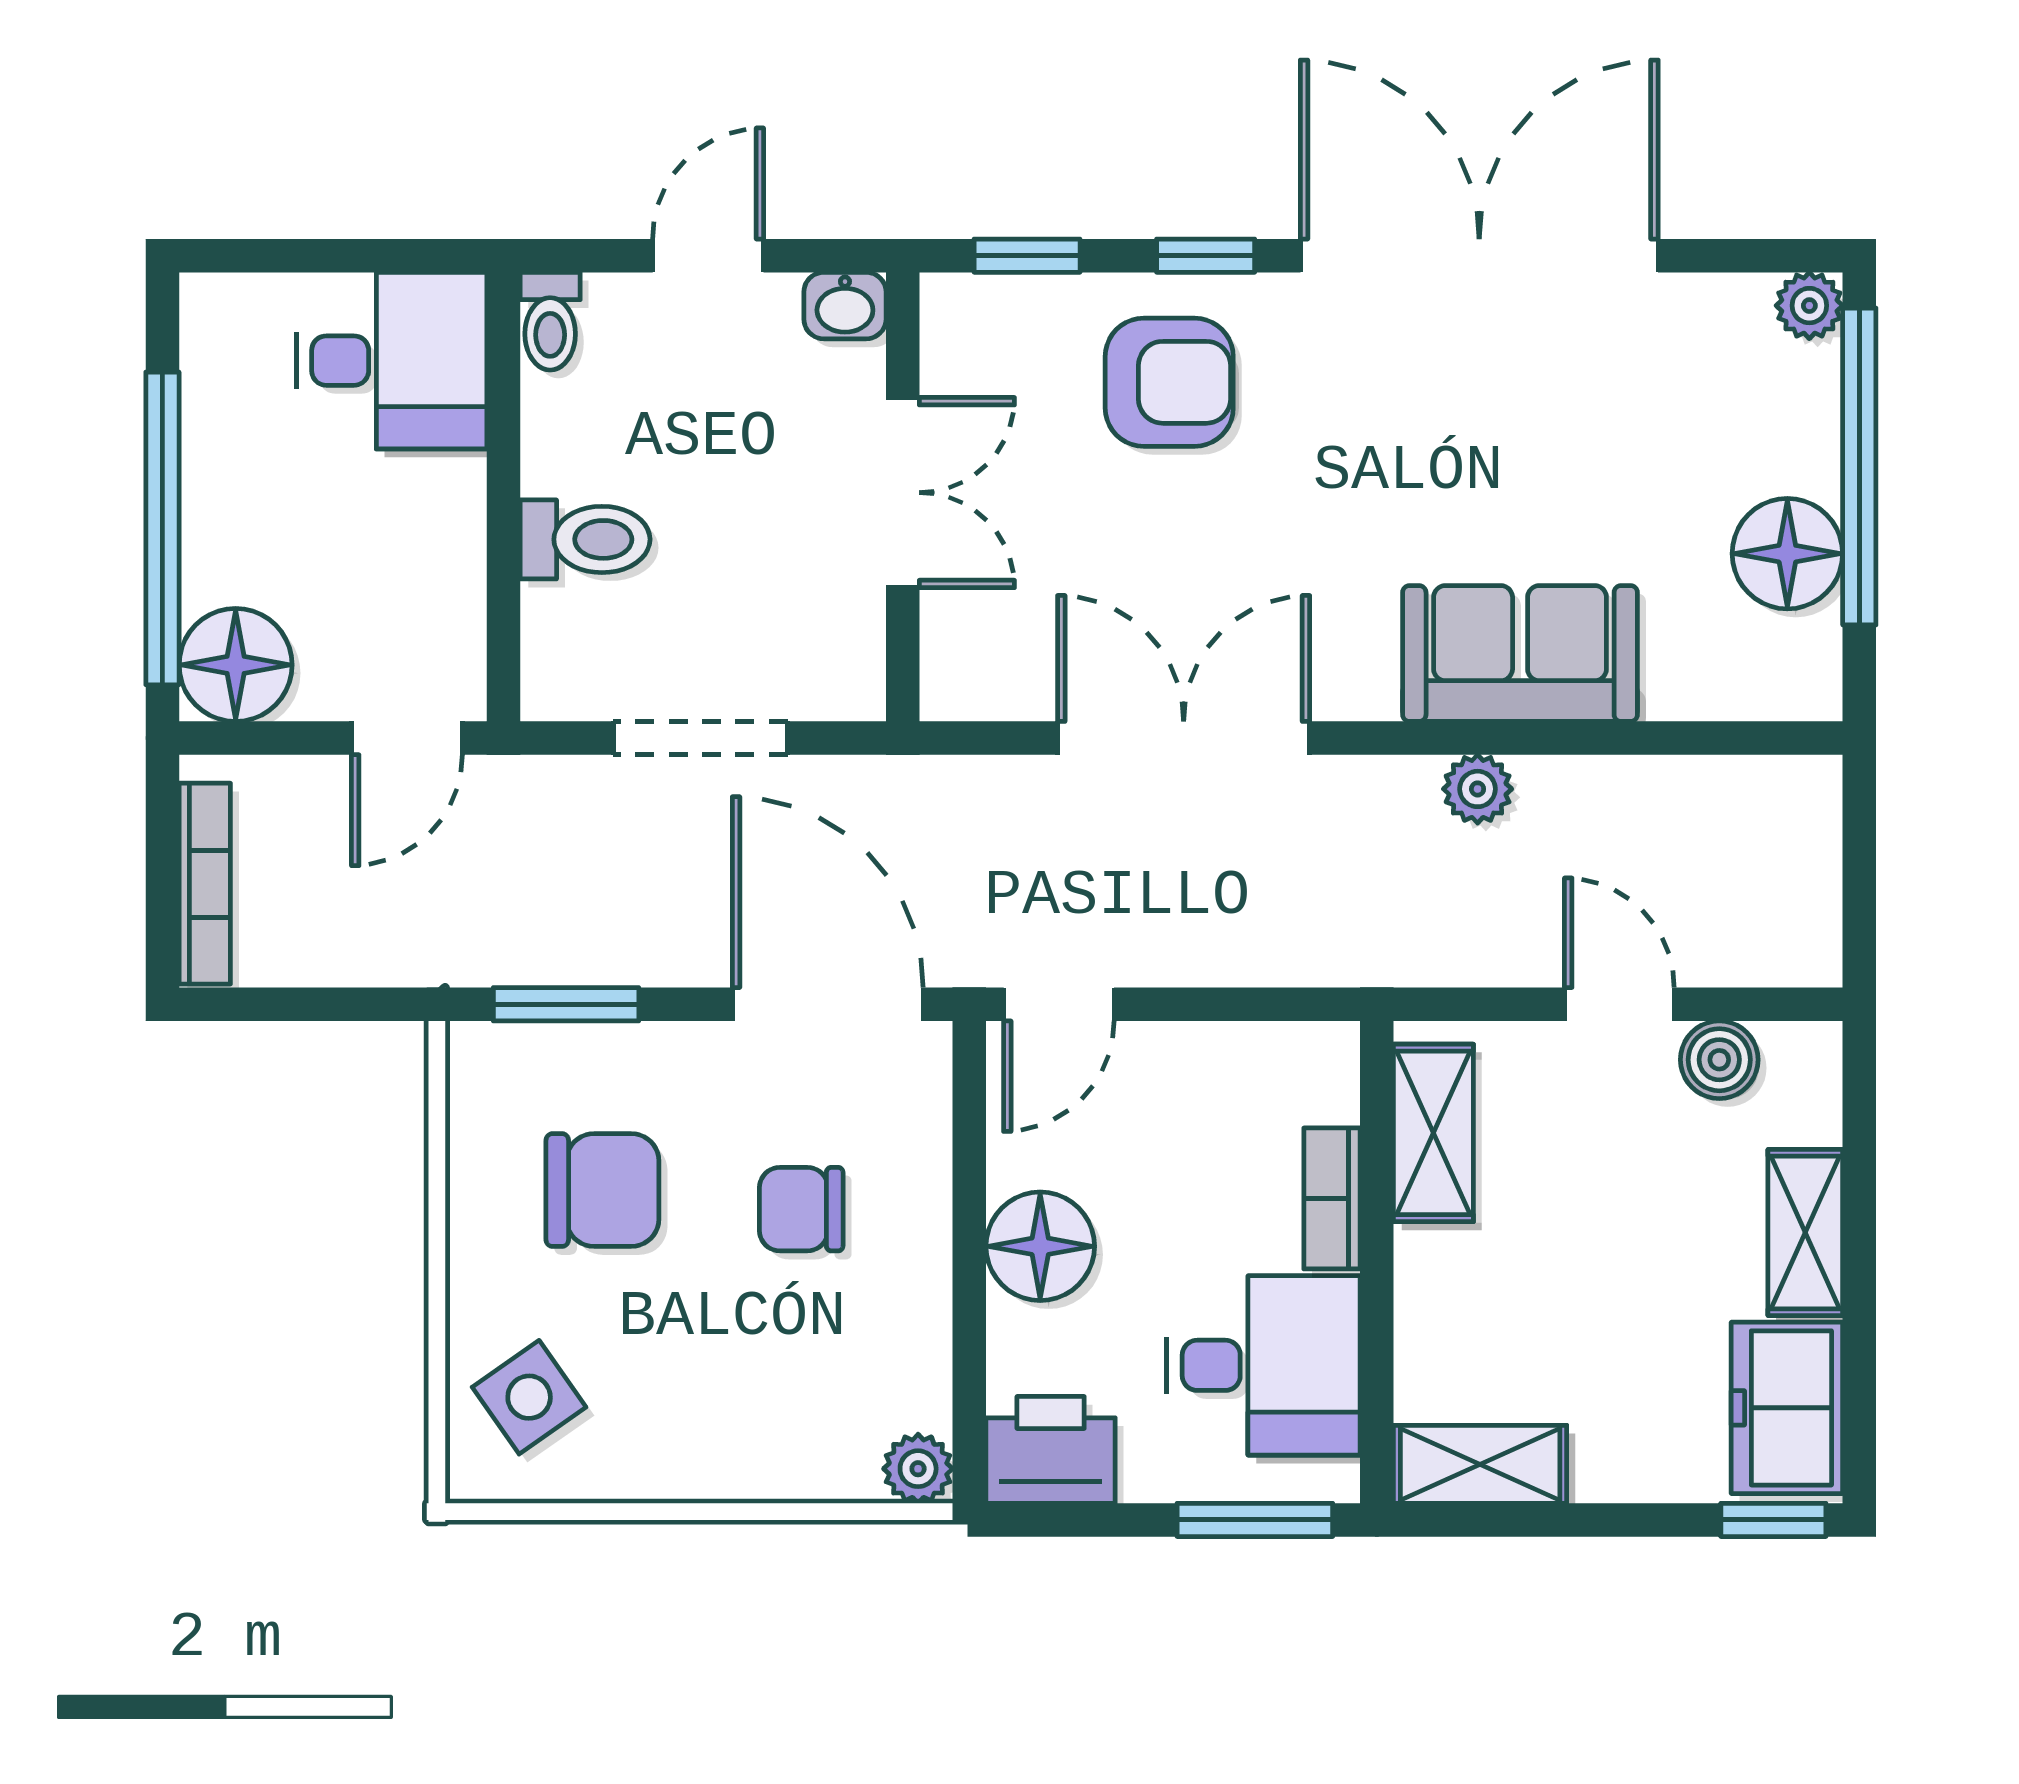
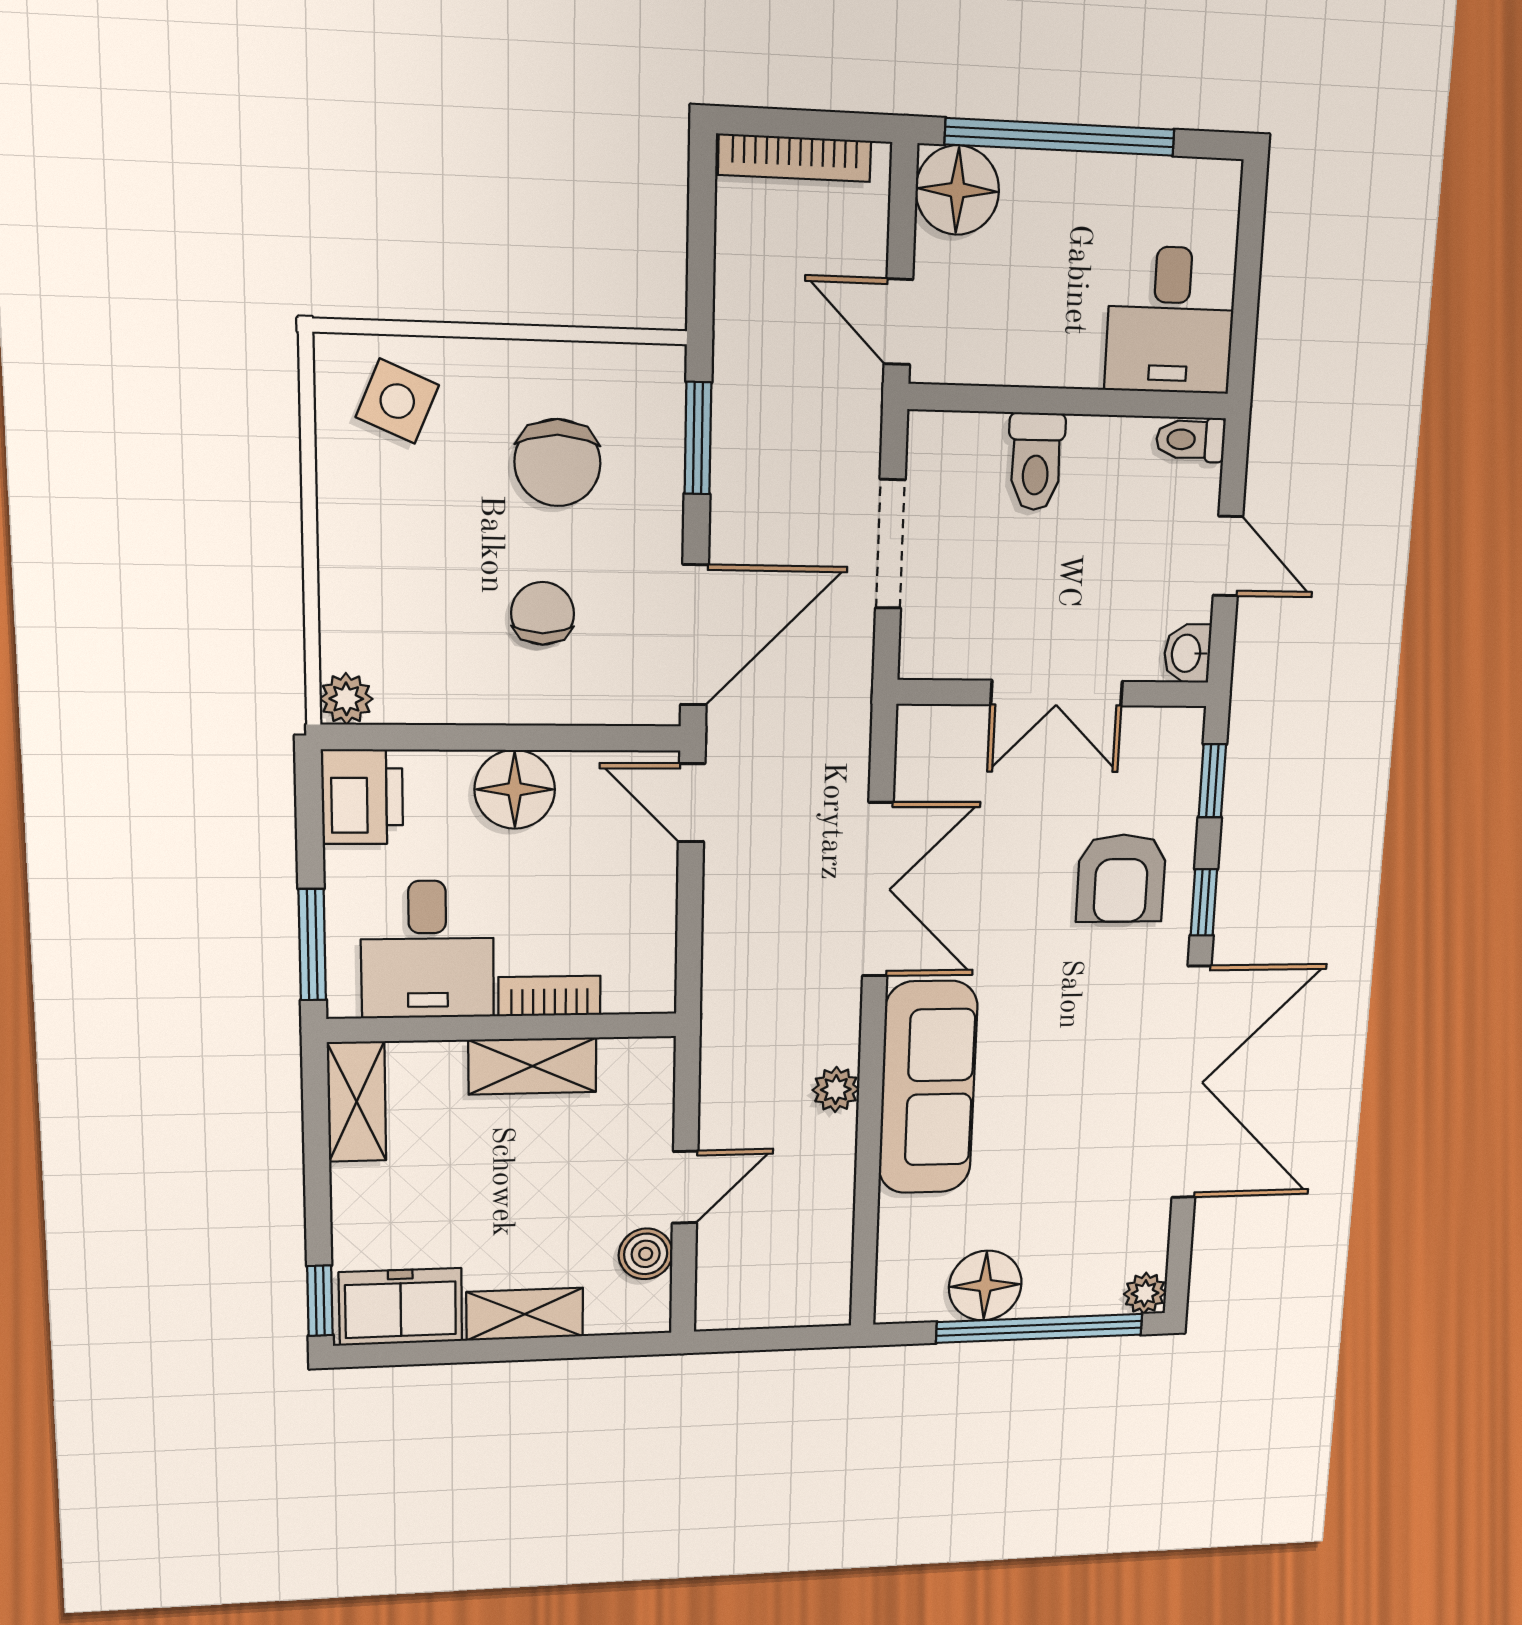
sofa: (1520, 654) -> (928, 1088), width x1.36
shelving: (1433, 1133) -> (532, 1066), moved
side table: (529, 1397) -> (397, 401), turned -32

